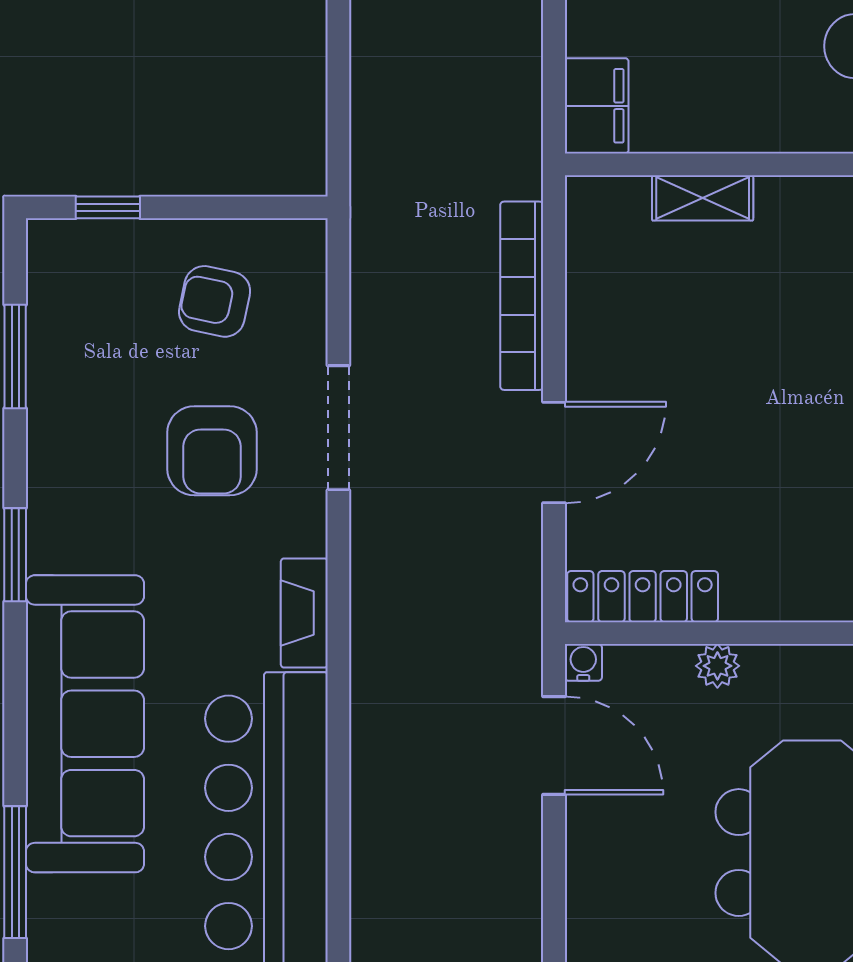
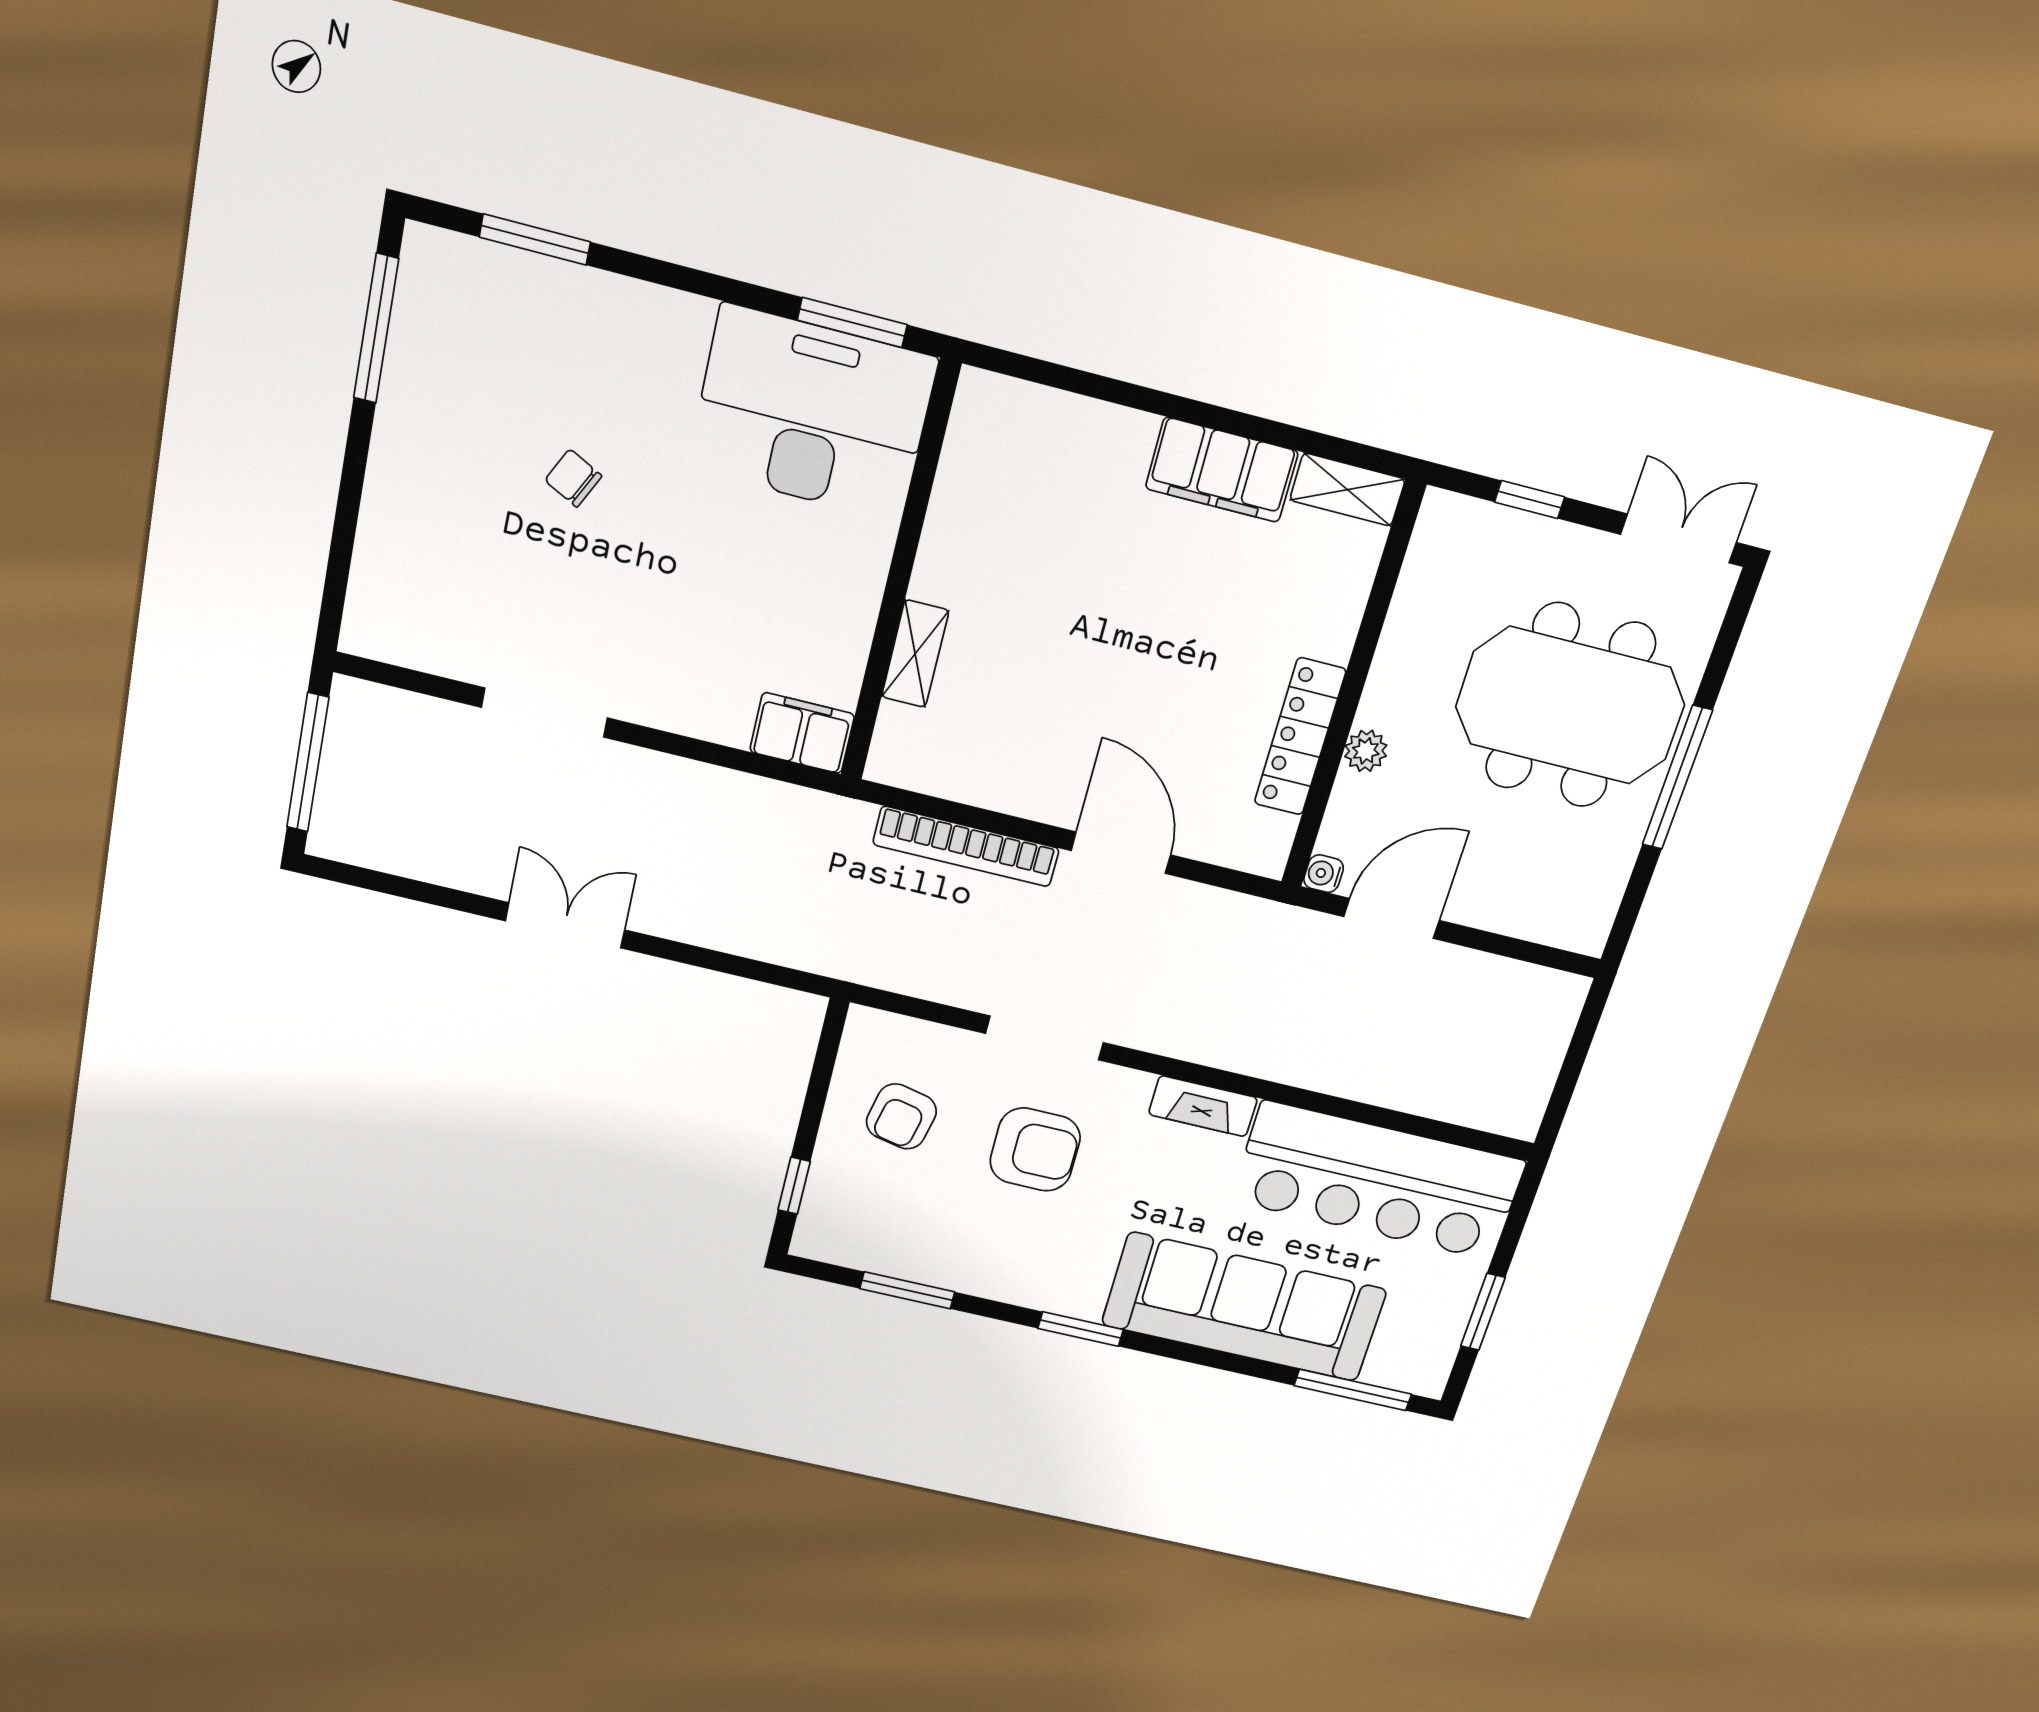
locker: (643, 597) -> (1300, 737), moved

